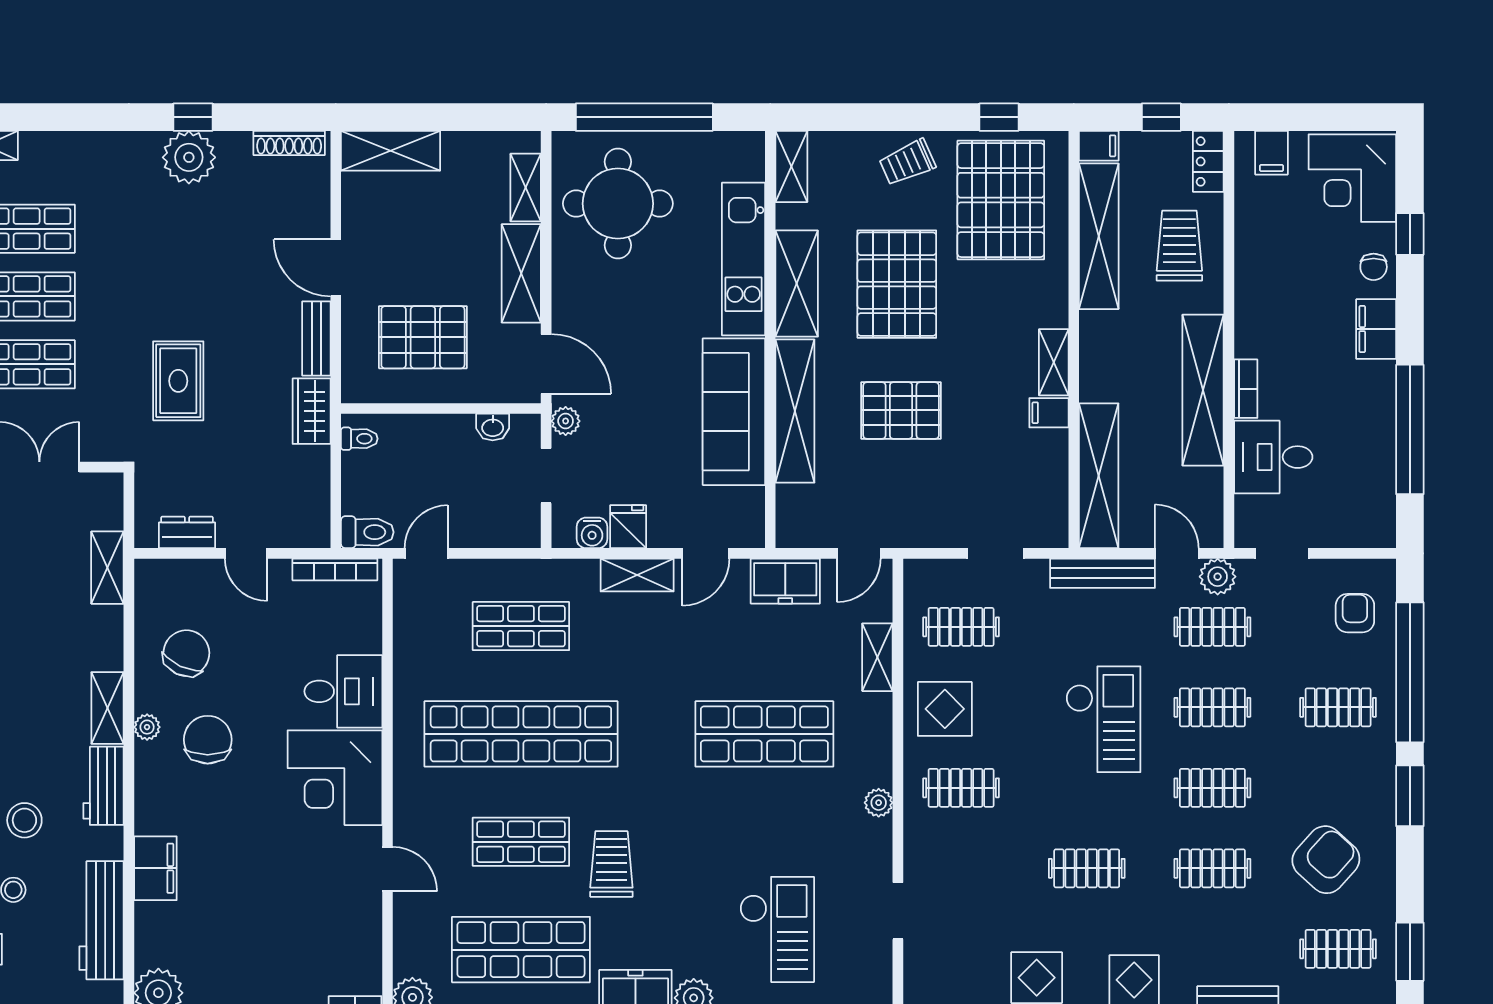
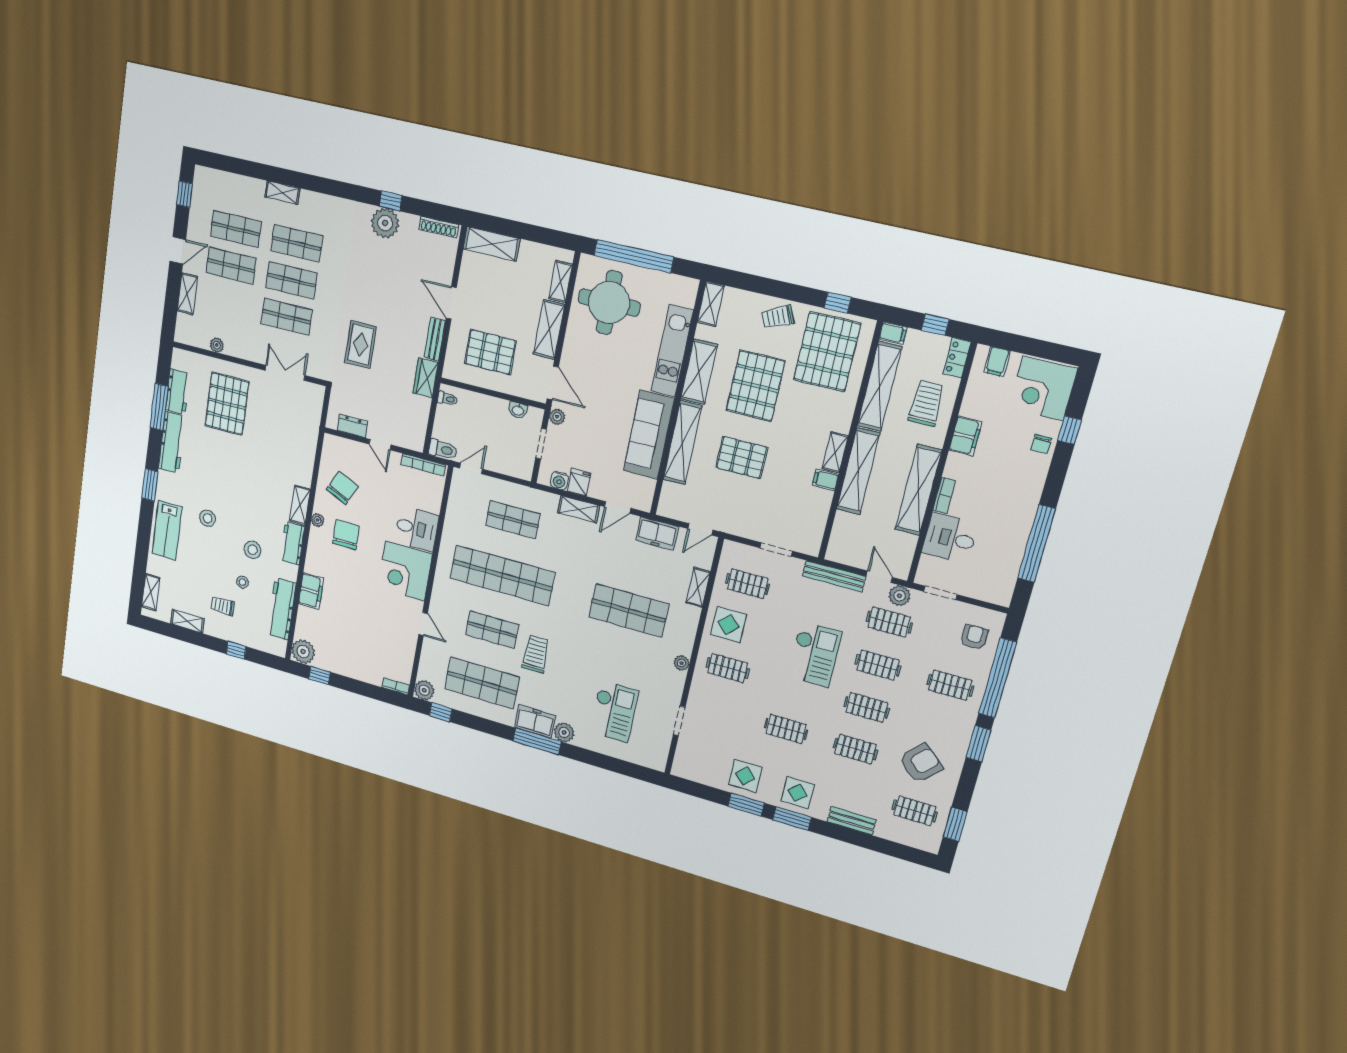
filing cabinet: (1376, 329) -> (965, 436), moved, turned 180
shelving: (1099, 476) -> (858, 471), moved
shelving: (107, 568) -> (311, 434), removed

